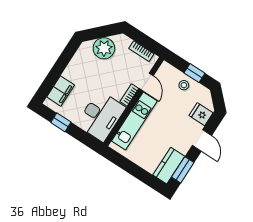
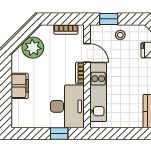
window: (195, 73) -> (109, 19), moved
filing cabinet: (61, 91) -> (20, 86), moved
window: (61, 122) -> (59, 133), moved

